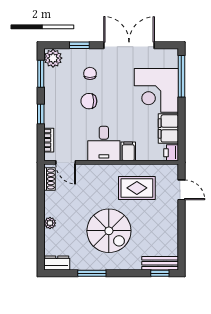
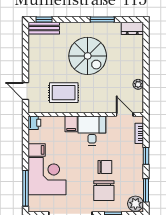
chair: (90, 73) -> (104, 191), width x1.87, depth x1.87
filing cabinet: (168, 128) -> (37, 150), width x0.50
shoe rack: (49, 179) -> (139, 100), removed
plant: (50, 223) -> (138, 84), moved
spiral stairs: (109, 231) -> (88, 56), turned 180

